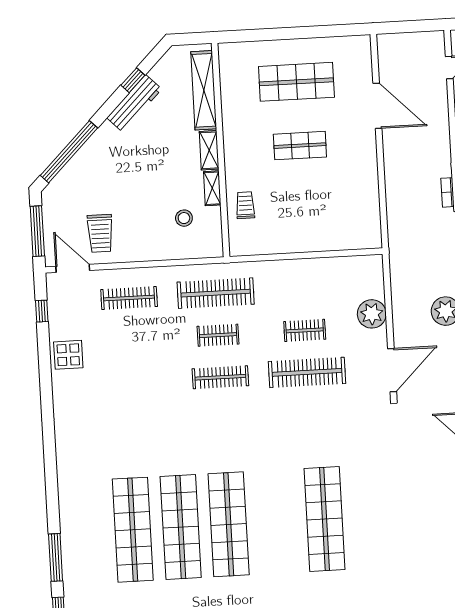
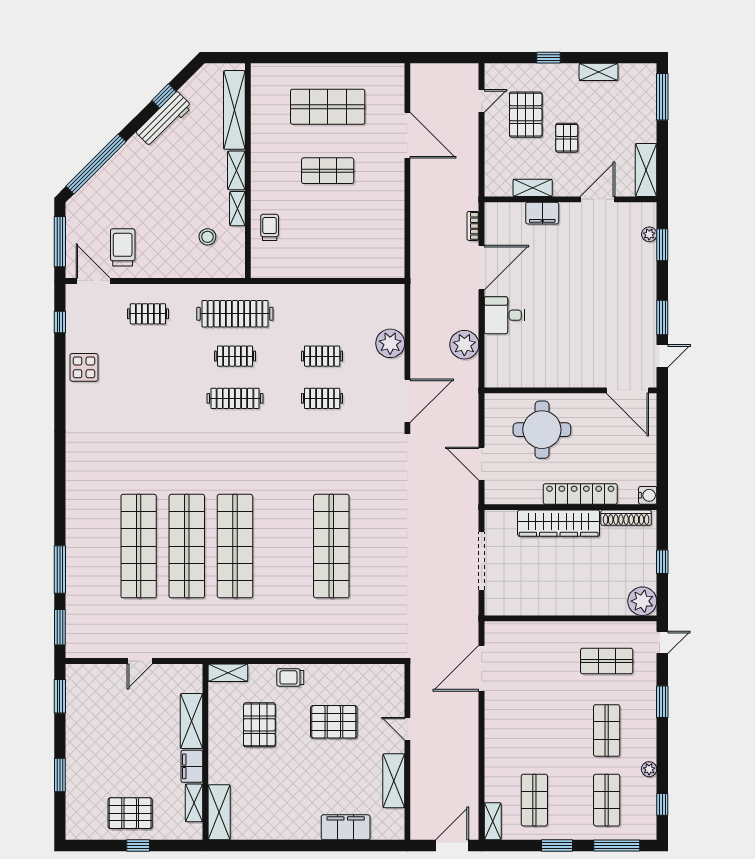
trolley: (100, 233) -> (123, 247), turned 180
clothes rail: (129, 298) -> (148, 314), width x0.73
clothes rail: (307, 372) -> (322, 398), width x0.54, depth x0.76

